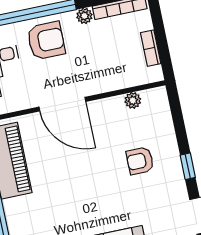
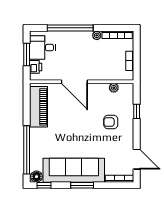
armchair: (46, 41) -> (73, 45), removed
window: (188, 166) -> (137, 111), moved

